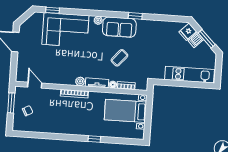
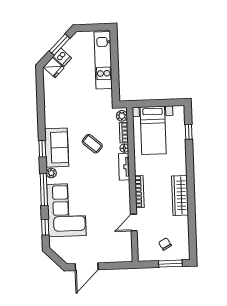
window: (85, 12) -> (44, 190), added
window: (135, 16) -> (42, 149), moved
plant: (80, 81) -> (122, 116), moved
door: (35, 85) -> (134, 223), moved
window: (11, 103) -> (170, 264), moved
wardrobe: (68, 128) -> (180, 195), added
window: (94, 139) -> (189, 132), moved

